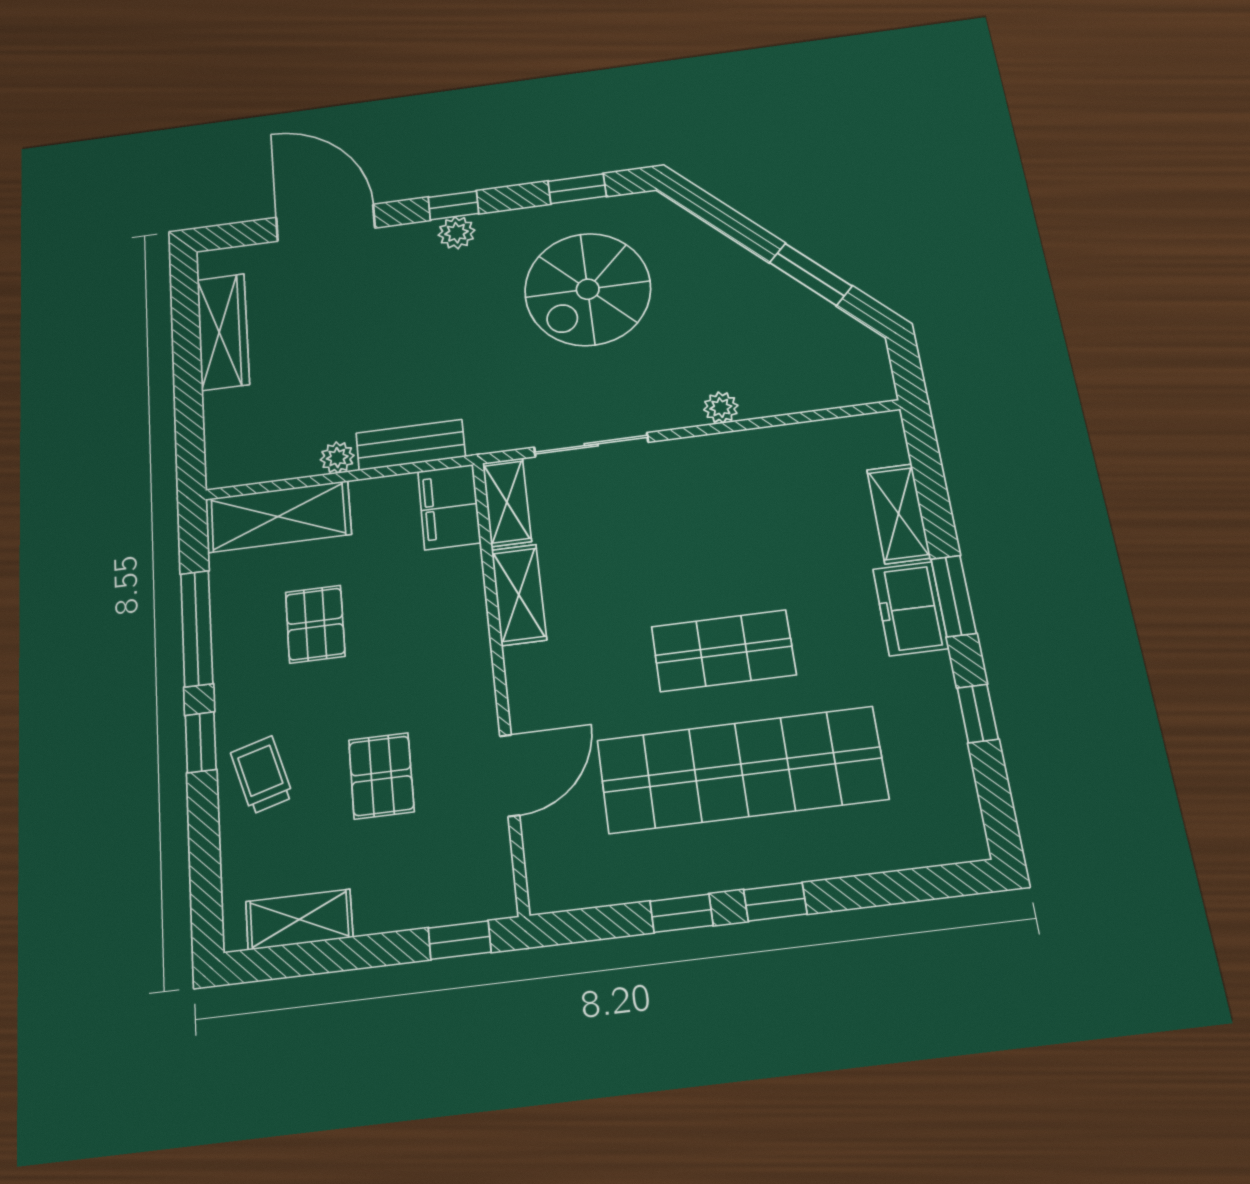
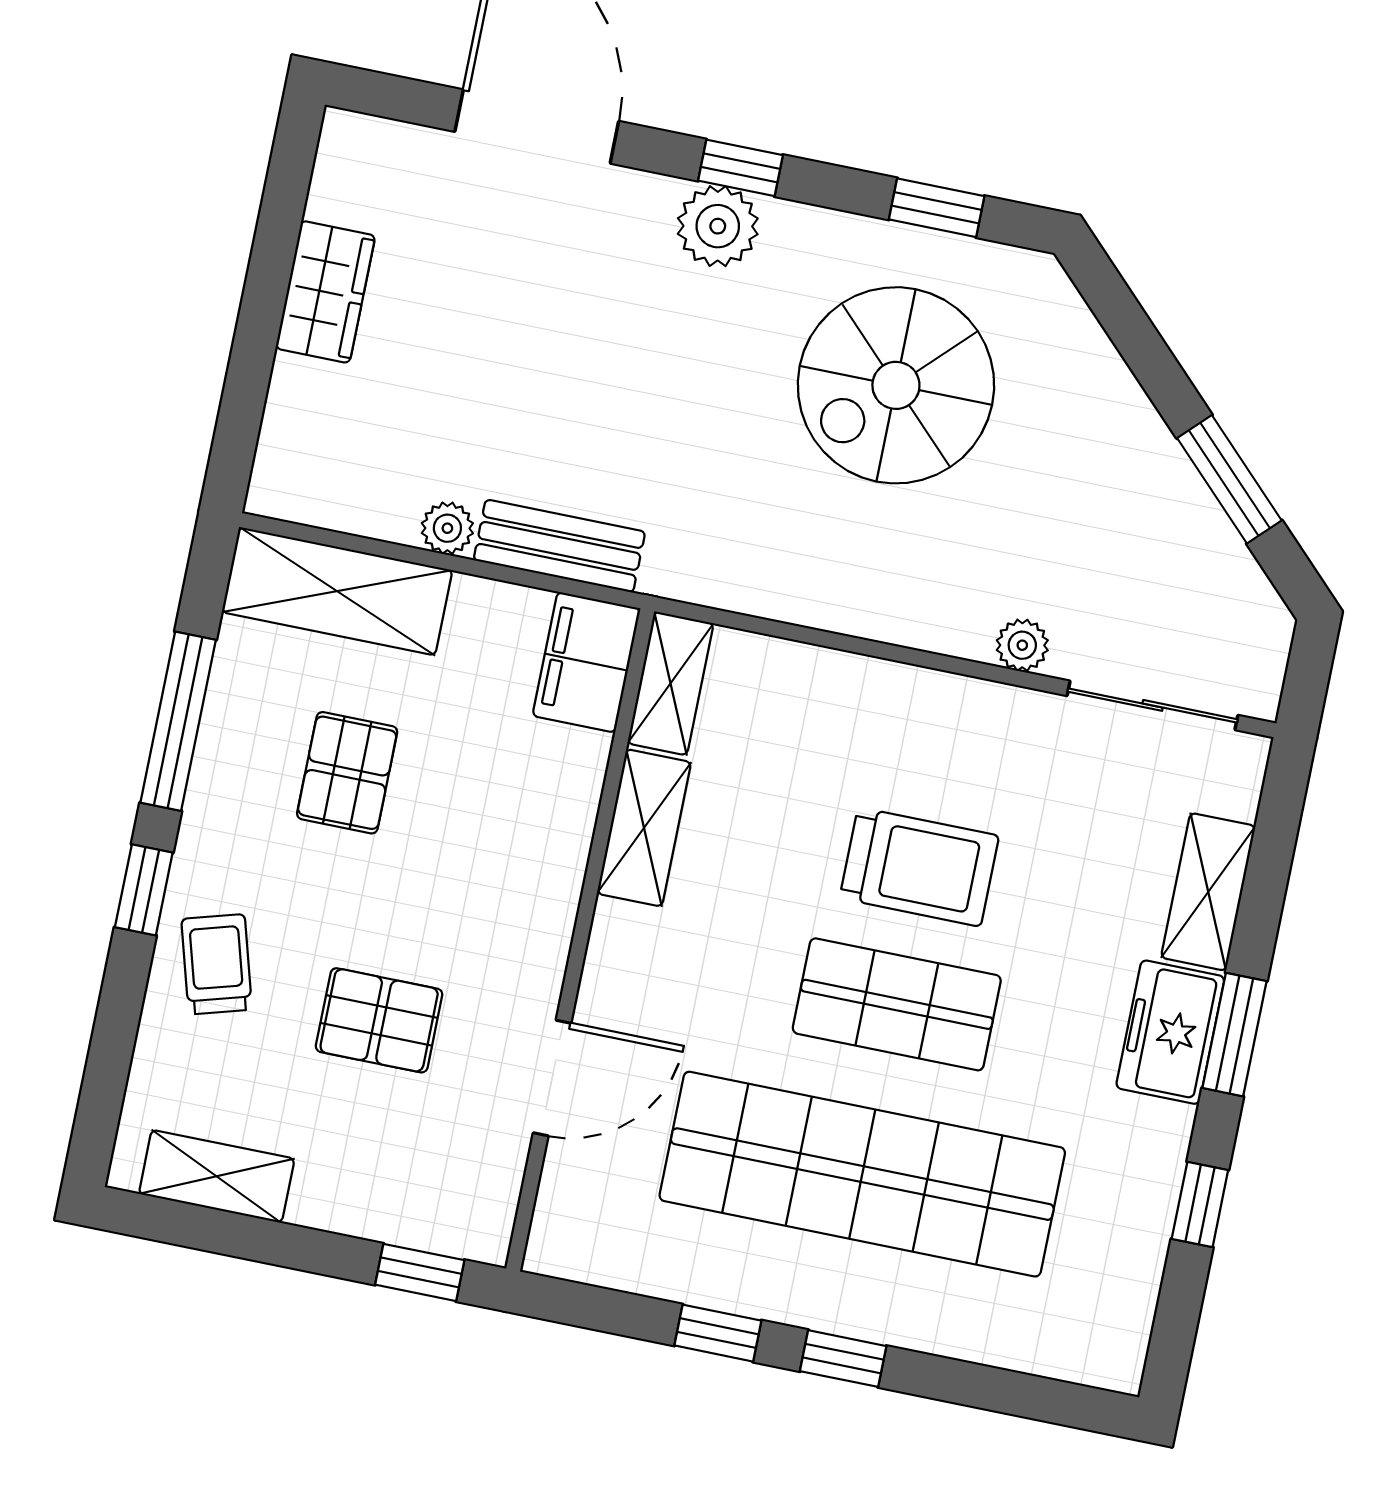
plant: (457, 233) -> (718, 226), width x1.38, depth x1.38
wardrobe: (223, 332) -> (325, 292), width x0.67
sliding door: (591, 445) -> (1153, 705), moved
trolley: (706, 560) -> (919, 867), added
pallet: (381, 776) -> (379, 1020), turned 90

